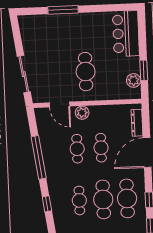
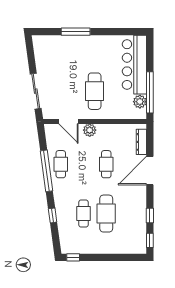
bar counter: (126, 34) -> (134, 65), width x1.36
window: (144, 70) -> (150, 92), width x2.11
cafe table: (77, 149) -> (61, 164), moved
cafe table: (127, 198) -> (129, 214), removed

